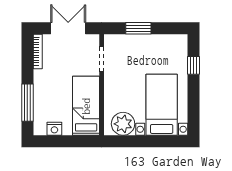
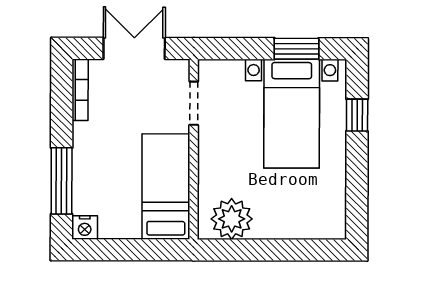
window: (138, 28) -> (296, 49), moved
bed with nightstands: (162, 105) -> (292, 114), moved, turned 180
nightstand: (54, 129) -> (85, 227), moved

